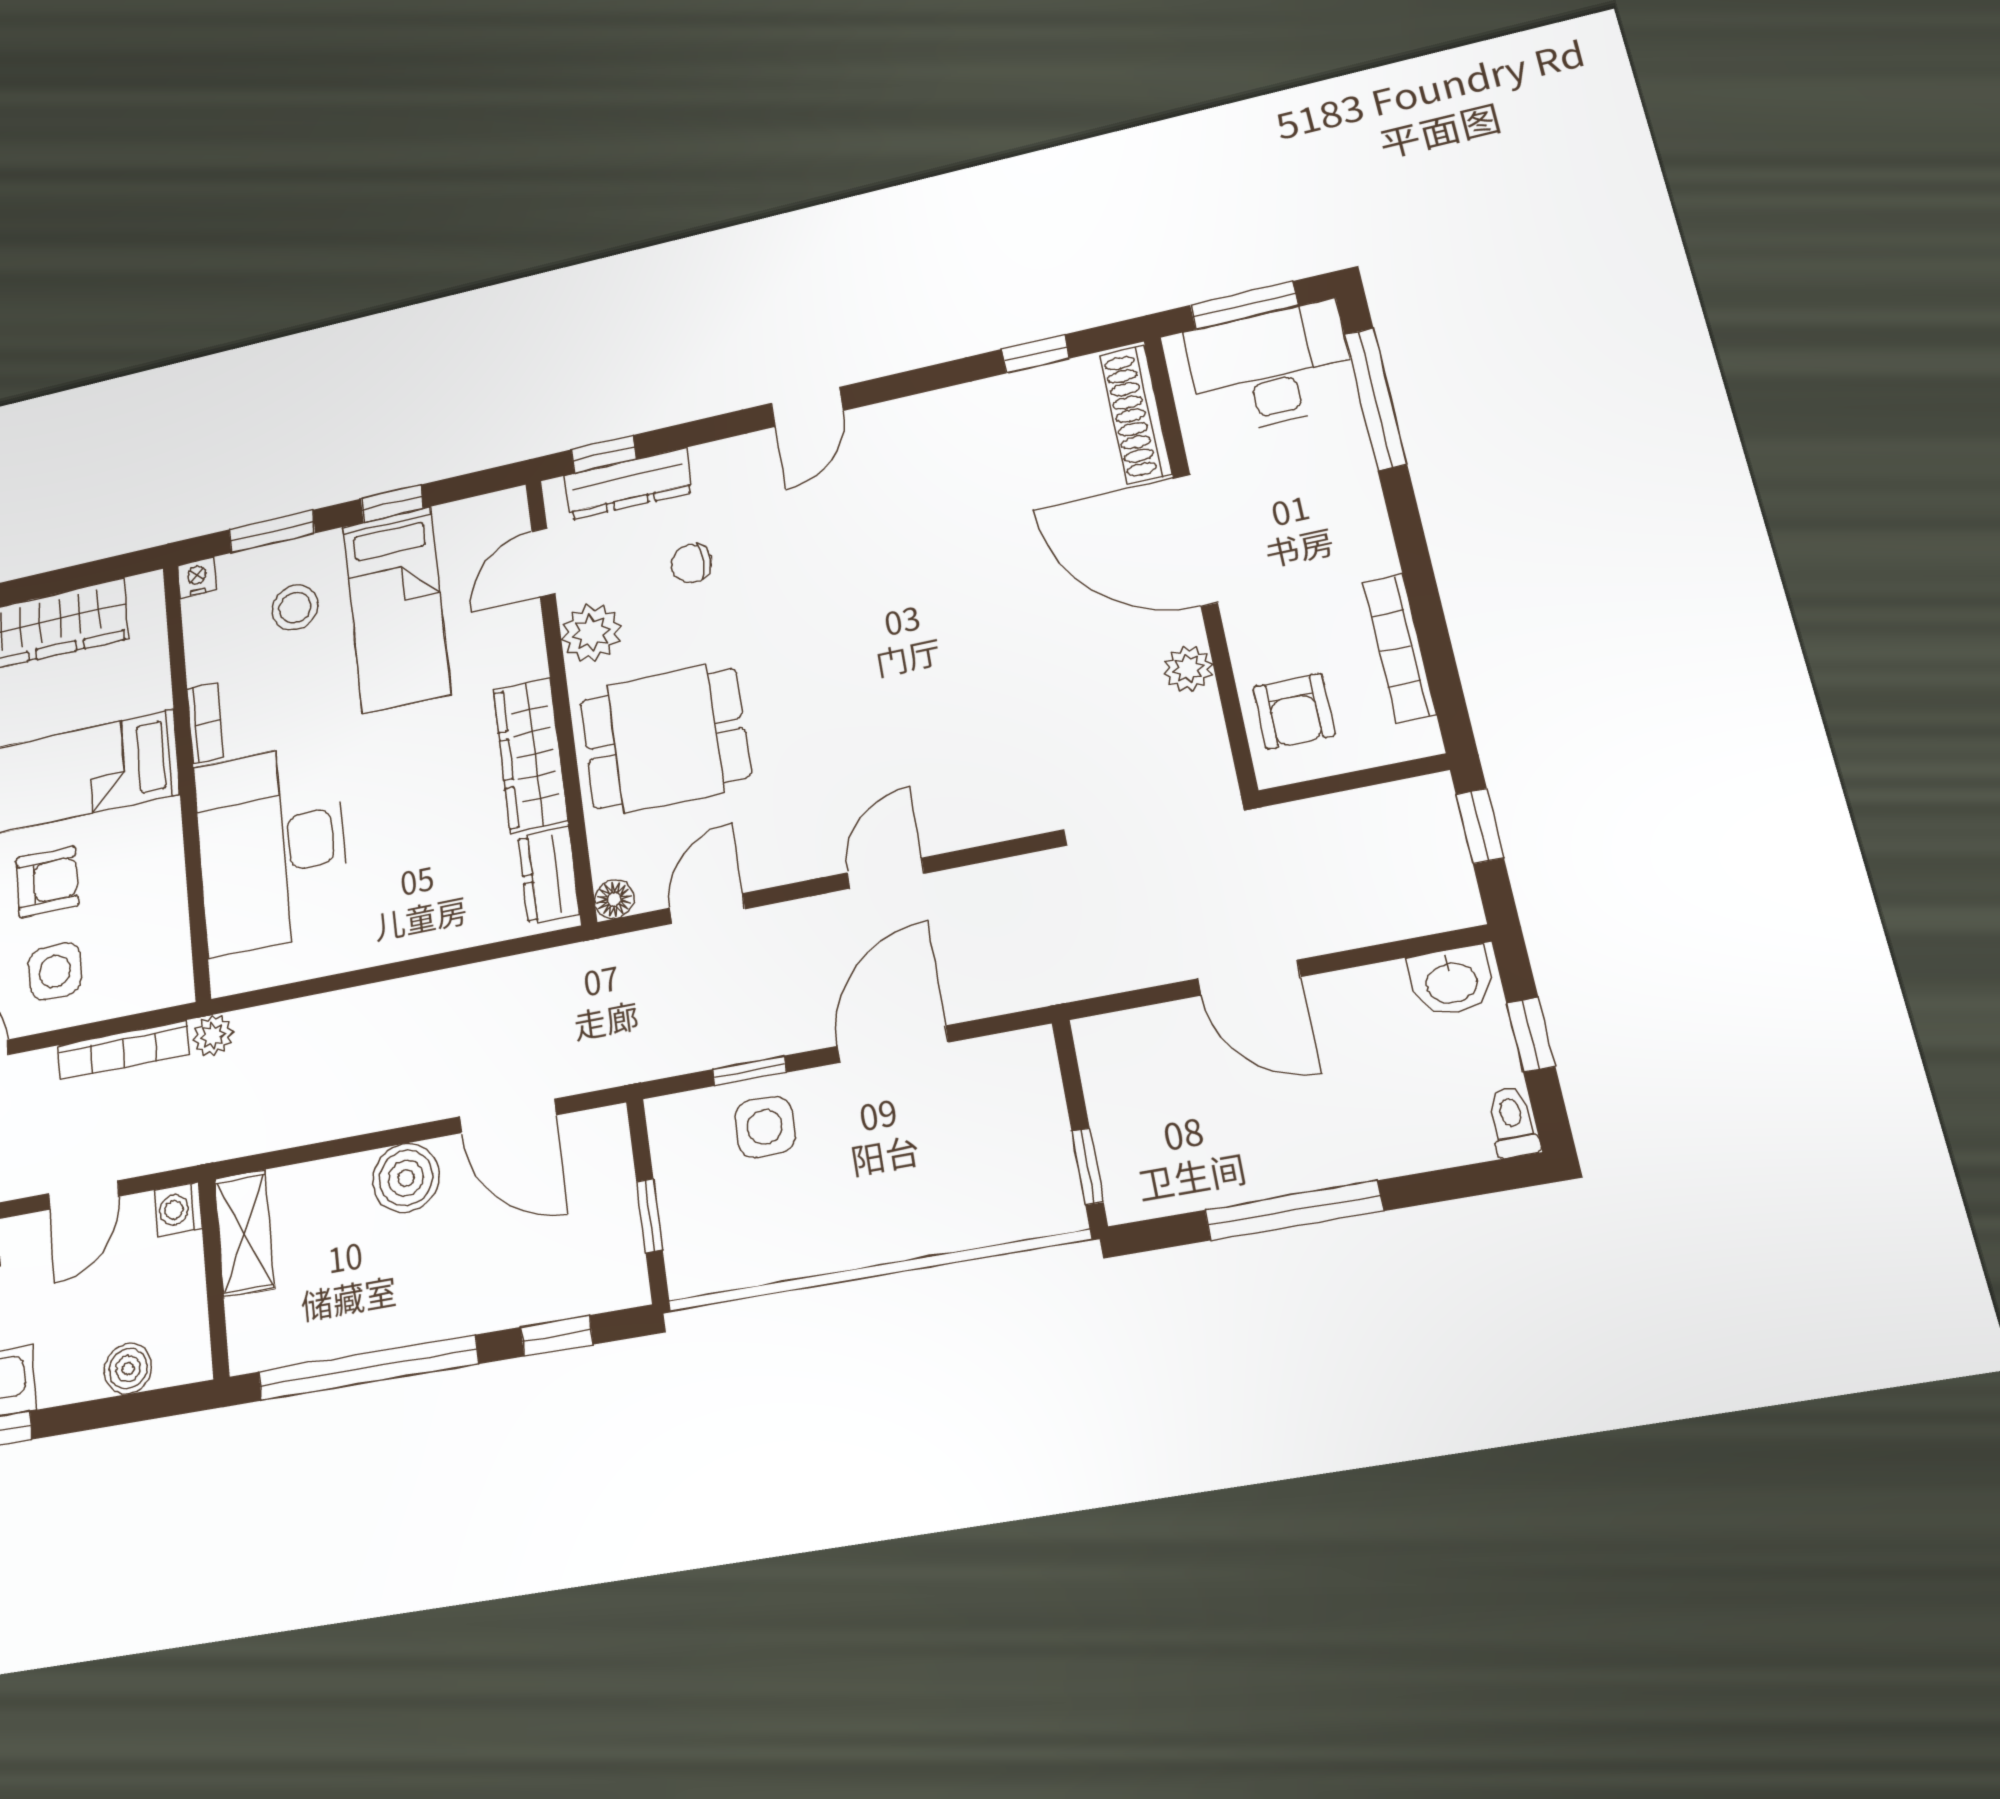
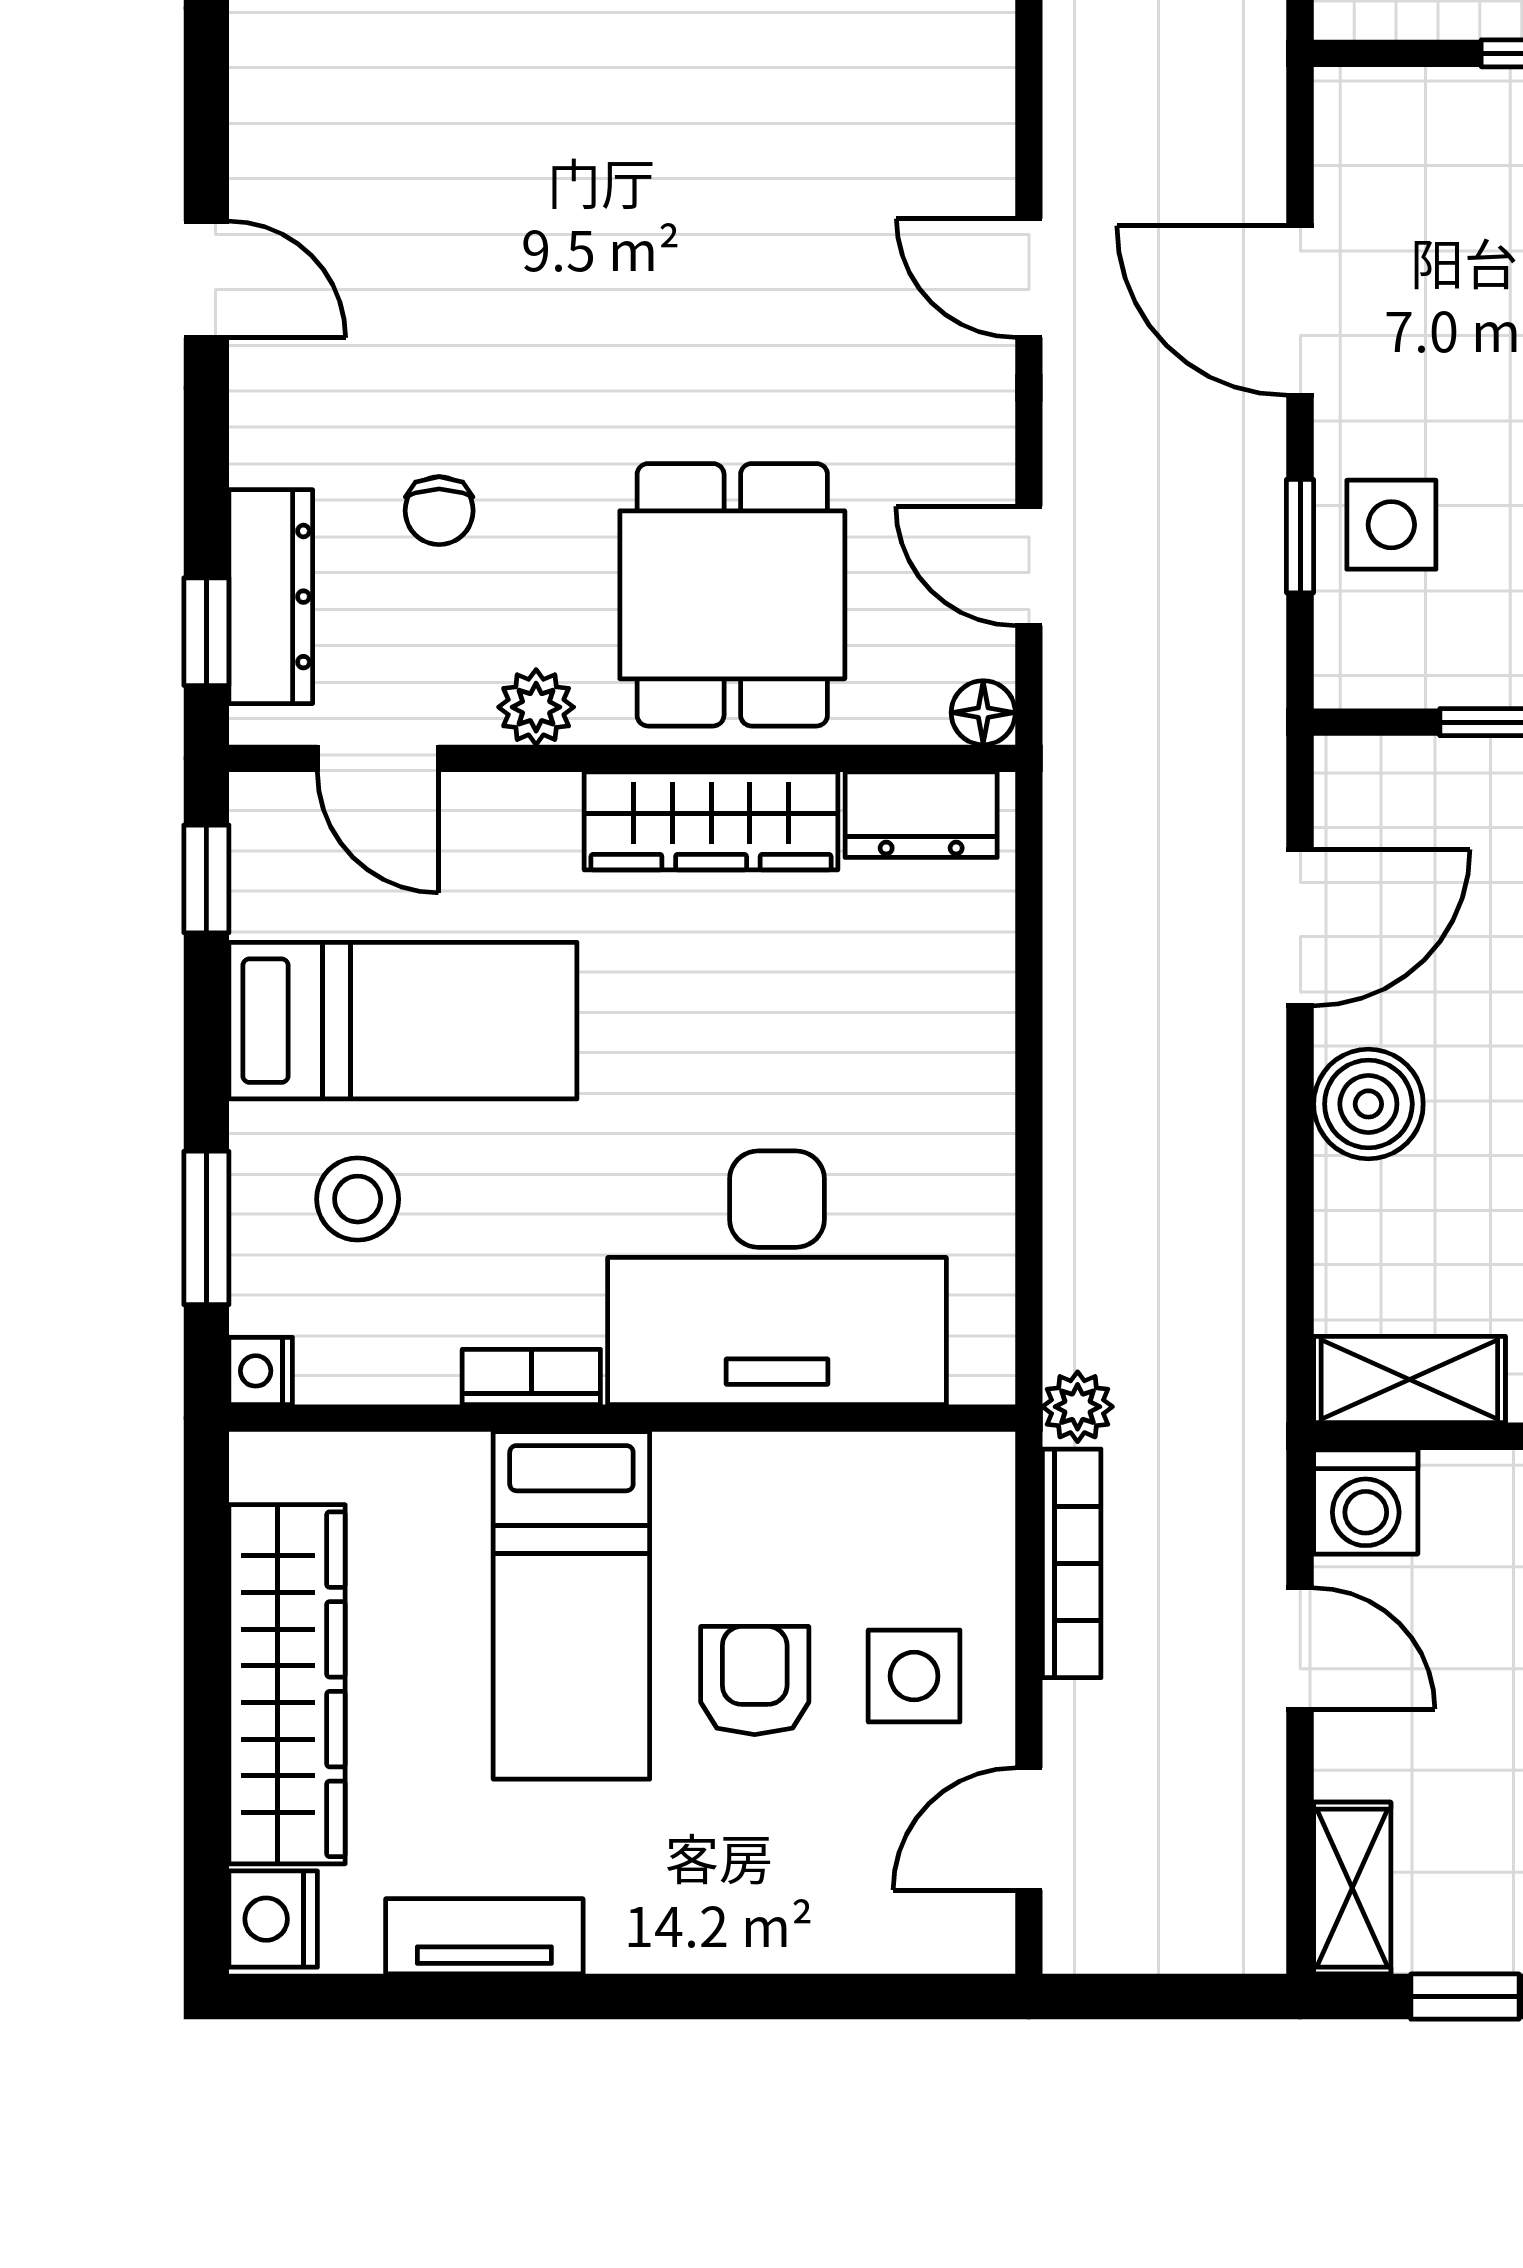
window: (392, 503) -> (206, 879), moved
plant: (591, 633) -> (536, 707), width x0.73, depth x0.73
washing machine: (178, 1209) -> (1366, 1502), width x1.38, depth x1.38

